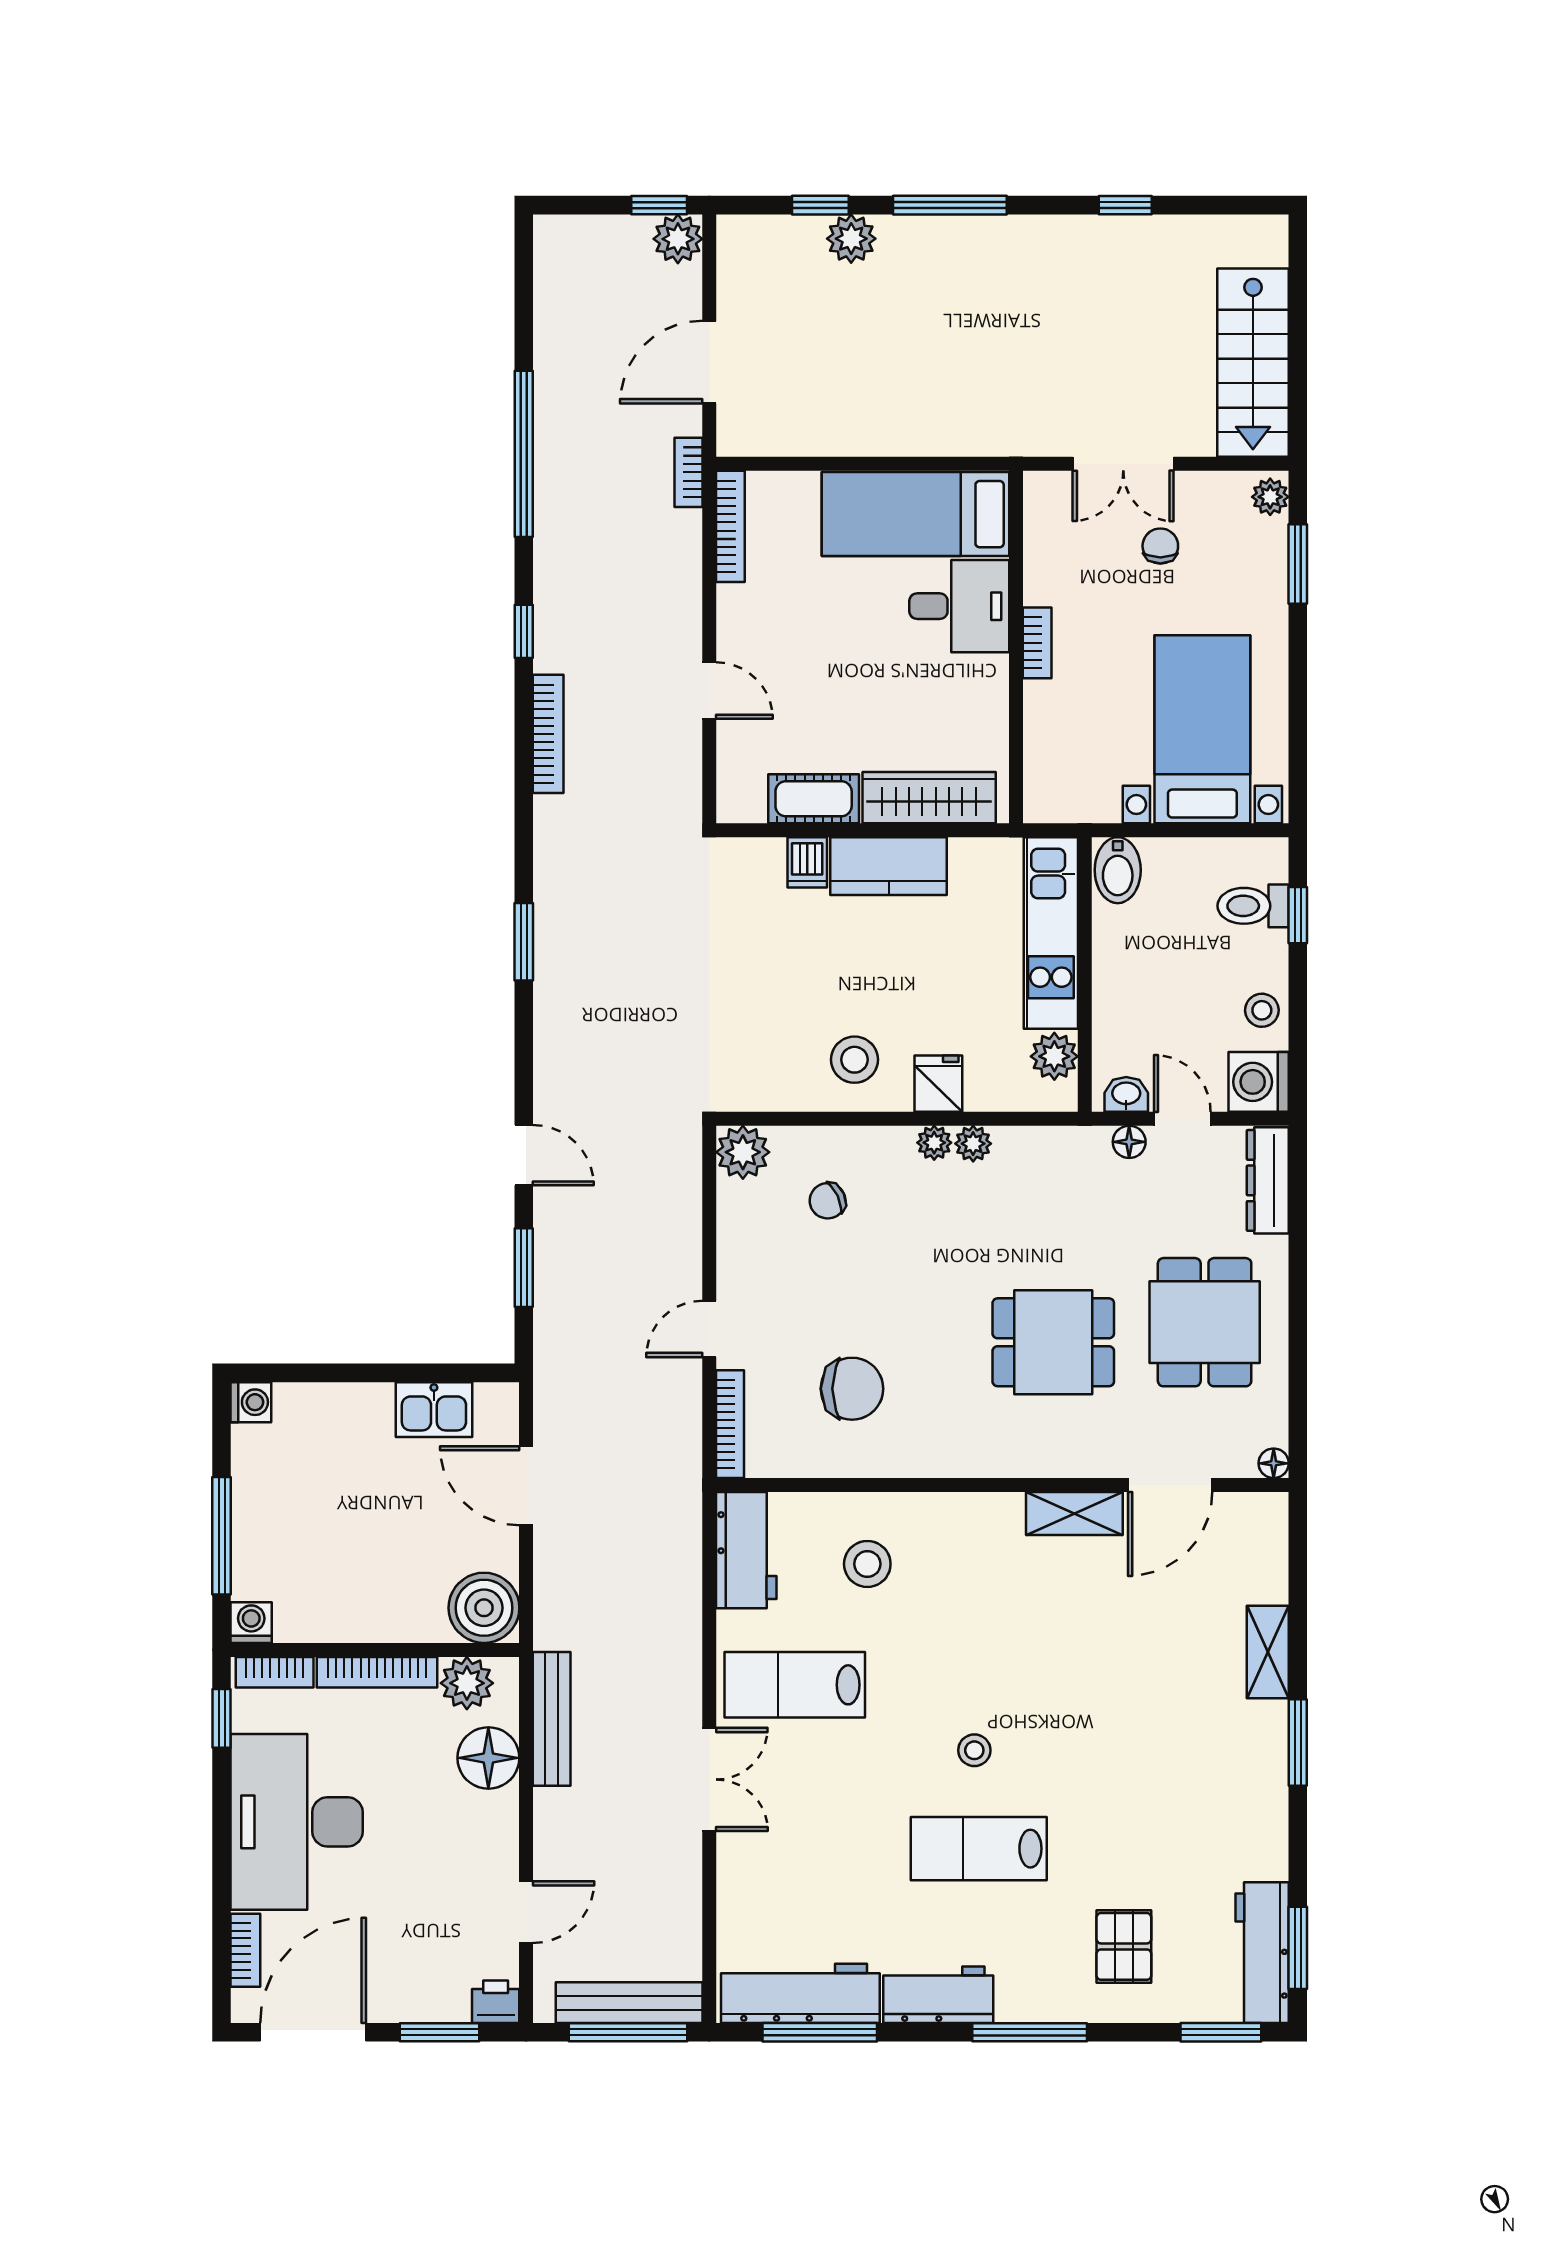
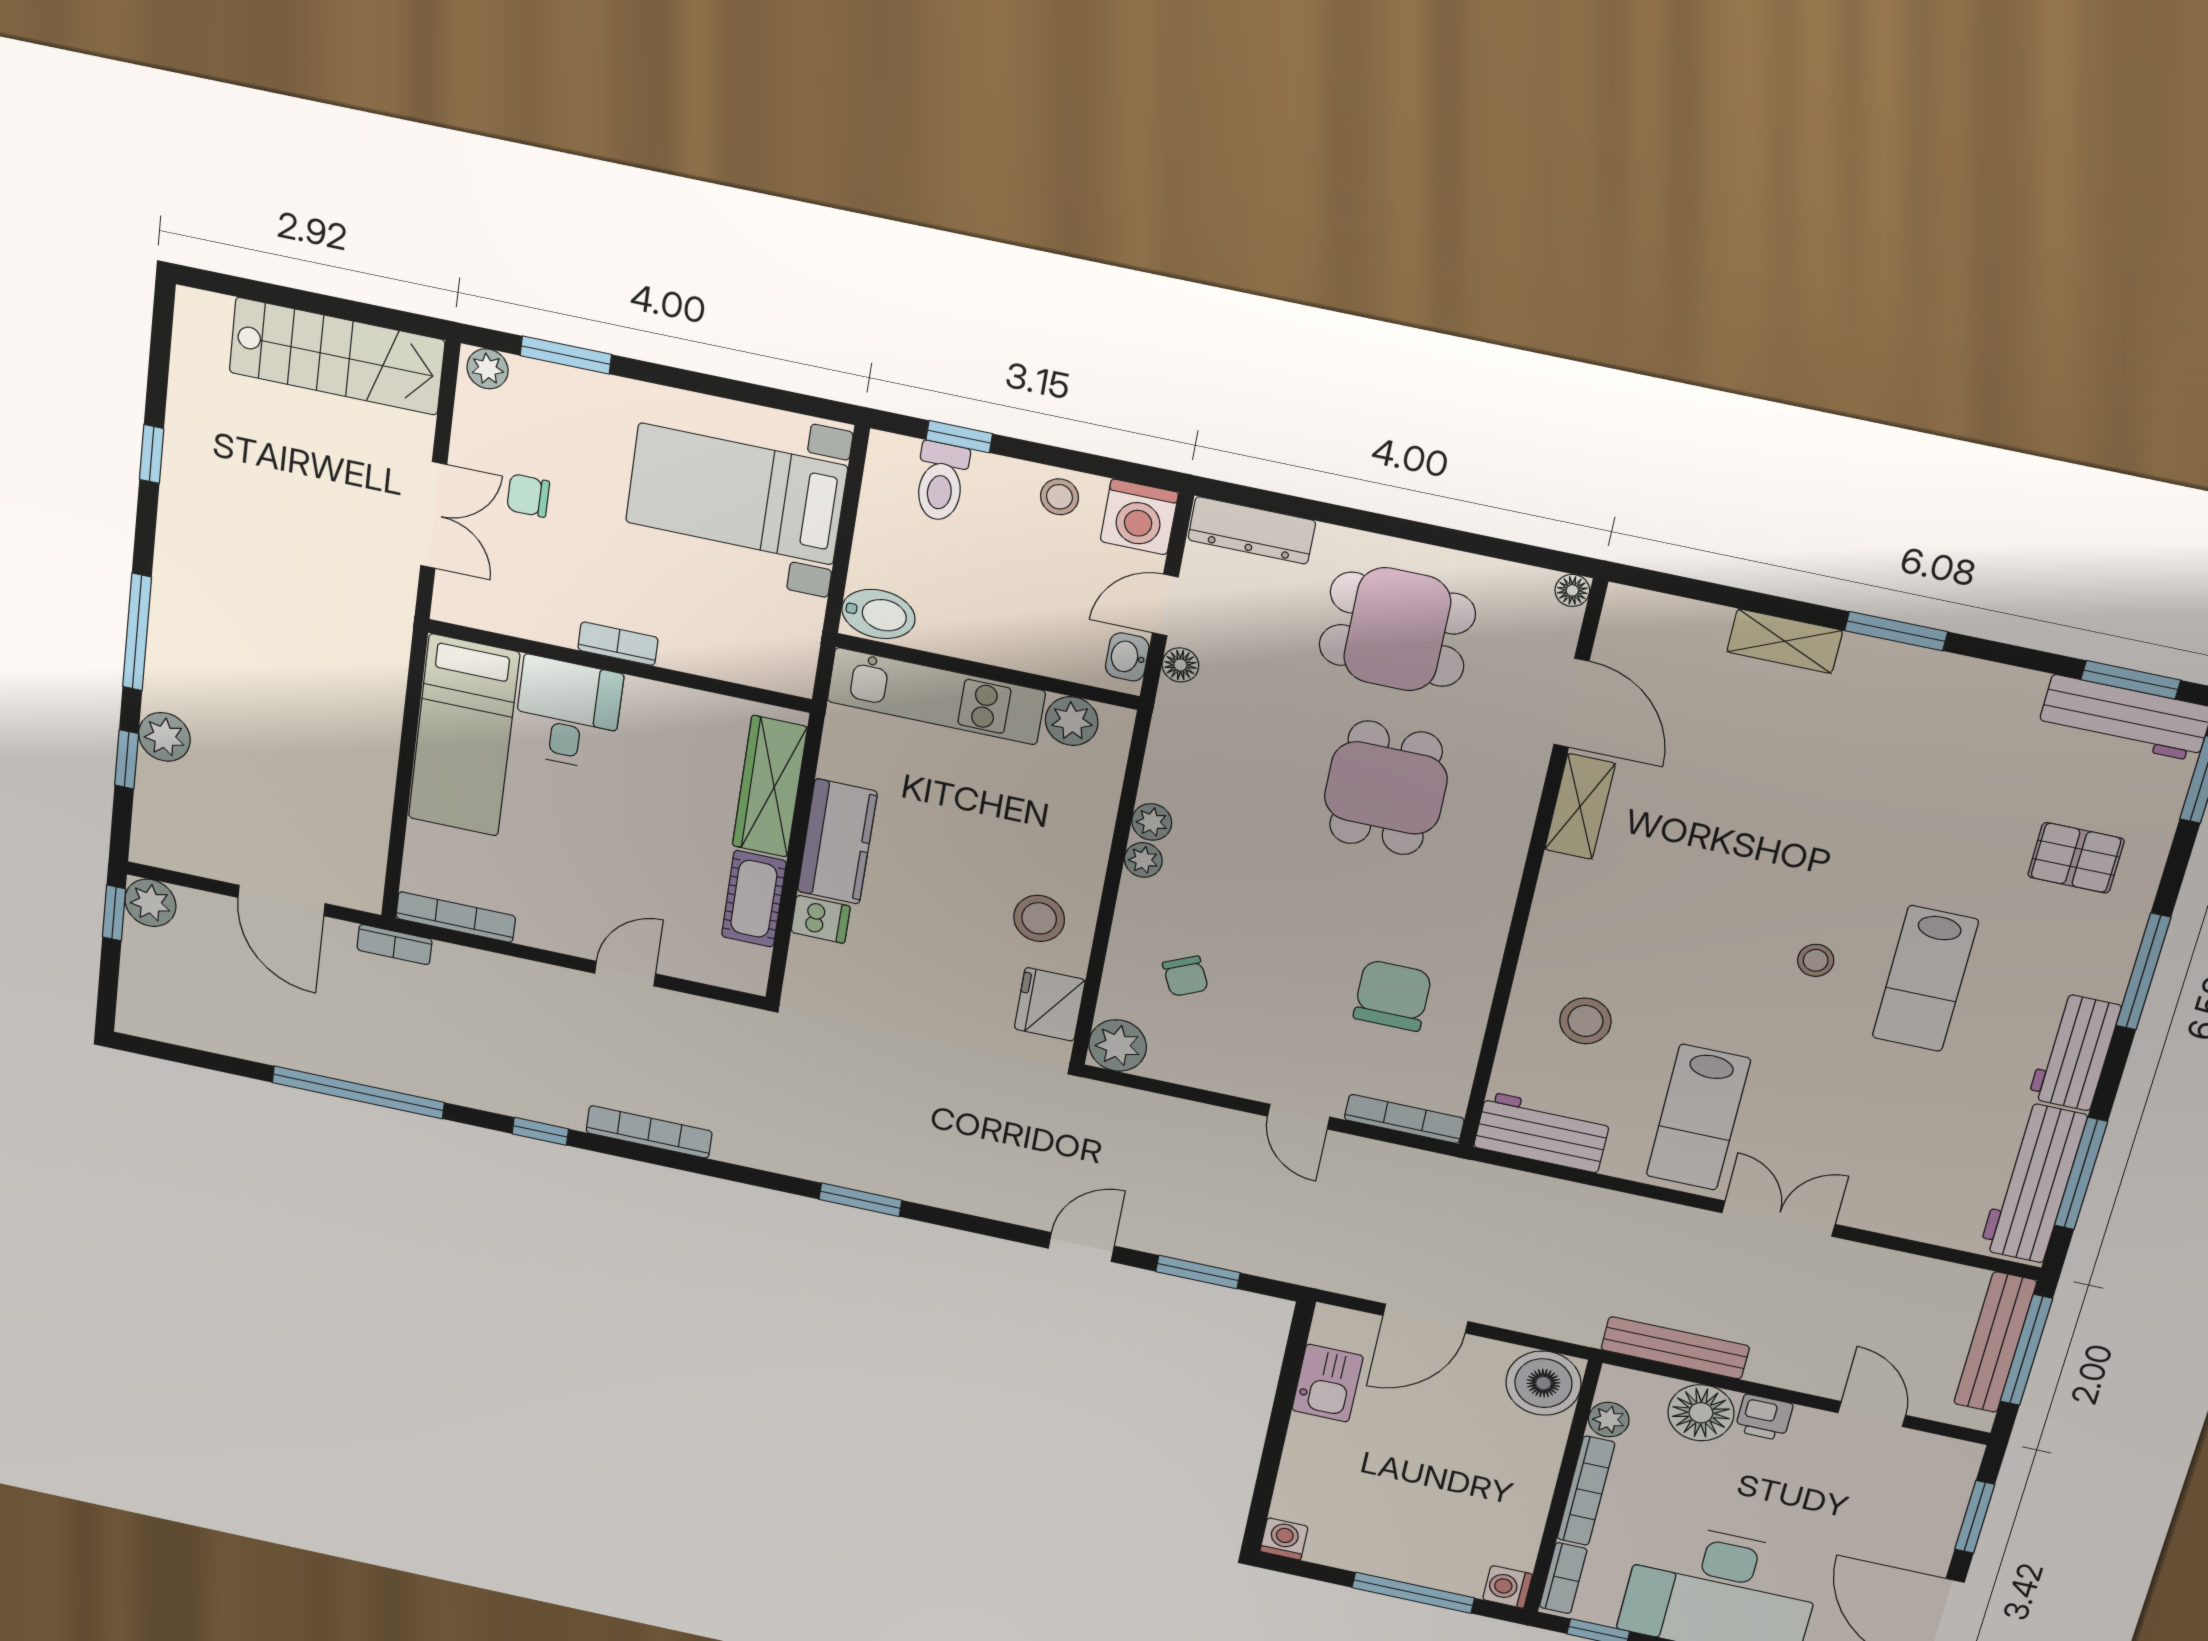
fridge: (938, 1084) -> (1050, 1004), moved, width x1.38
plant: (467, 1683) -> (1609, 1420), width x0.73, depth x0.73
printer: (496, 2002) -> (1764, 1417), moved, turned -90

